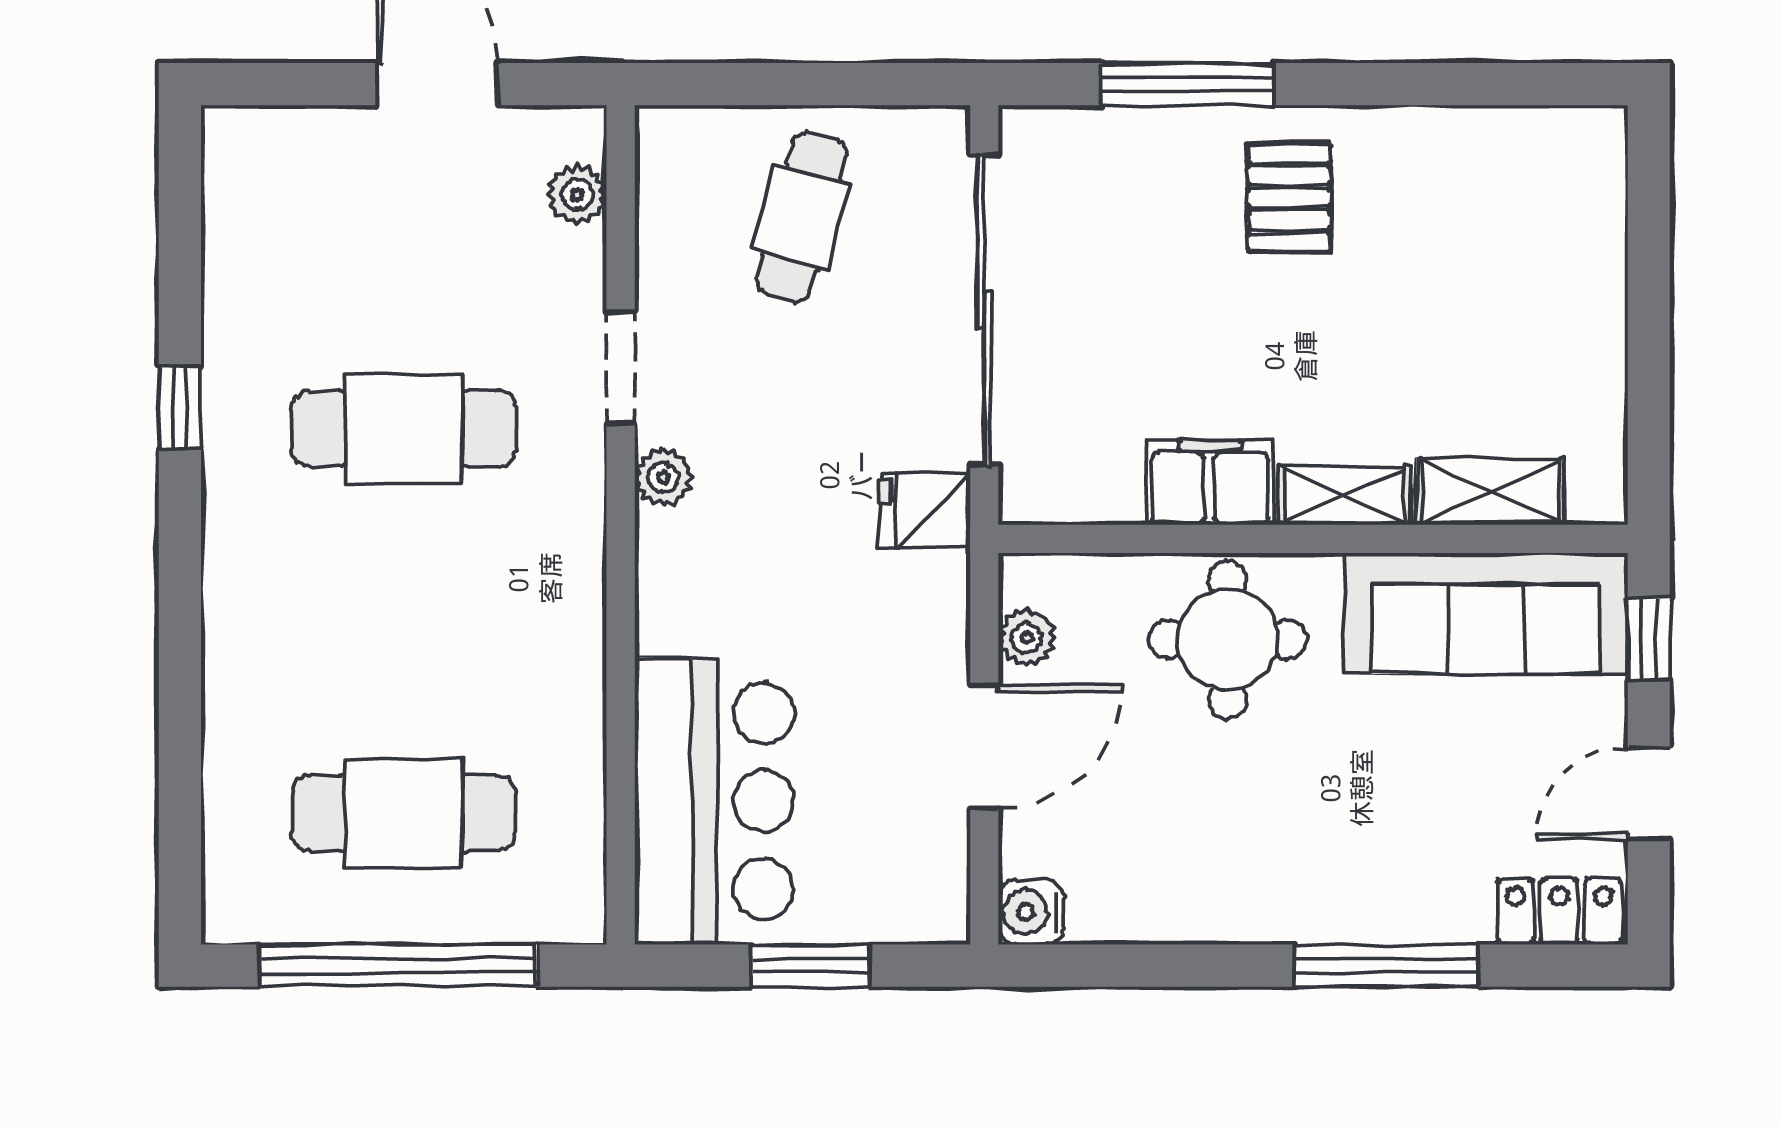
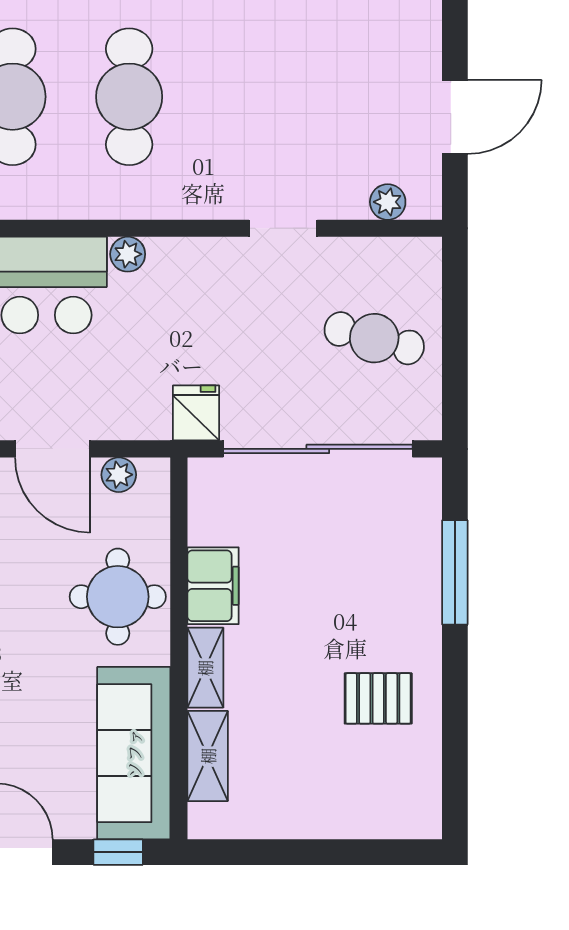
pallet: (1289, 198) -> (378, 698), moved
cafe table: (404, 429) -> (129, 97), moved
plant: (663, 478) -> (128, 254), moved

